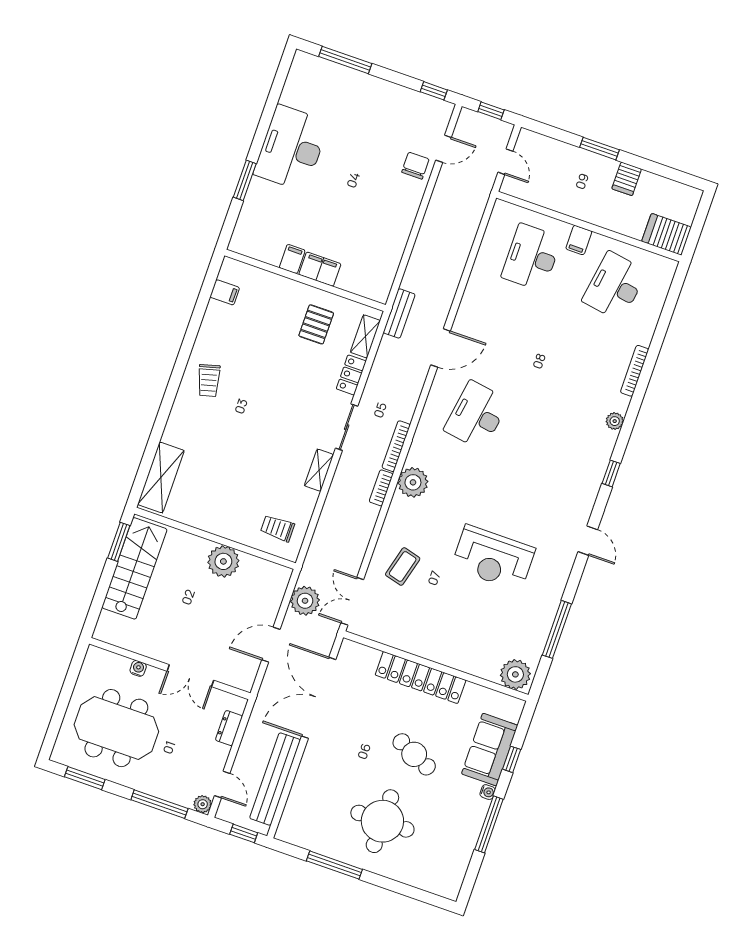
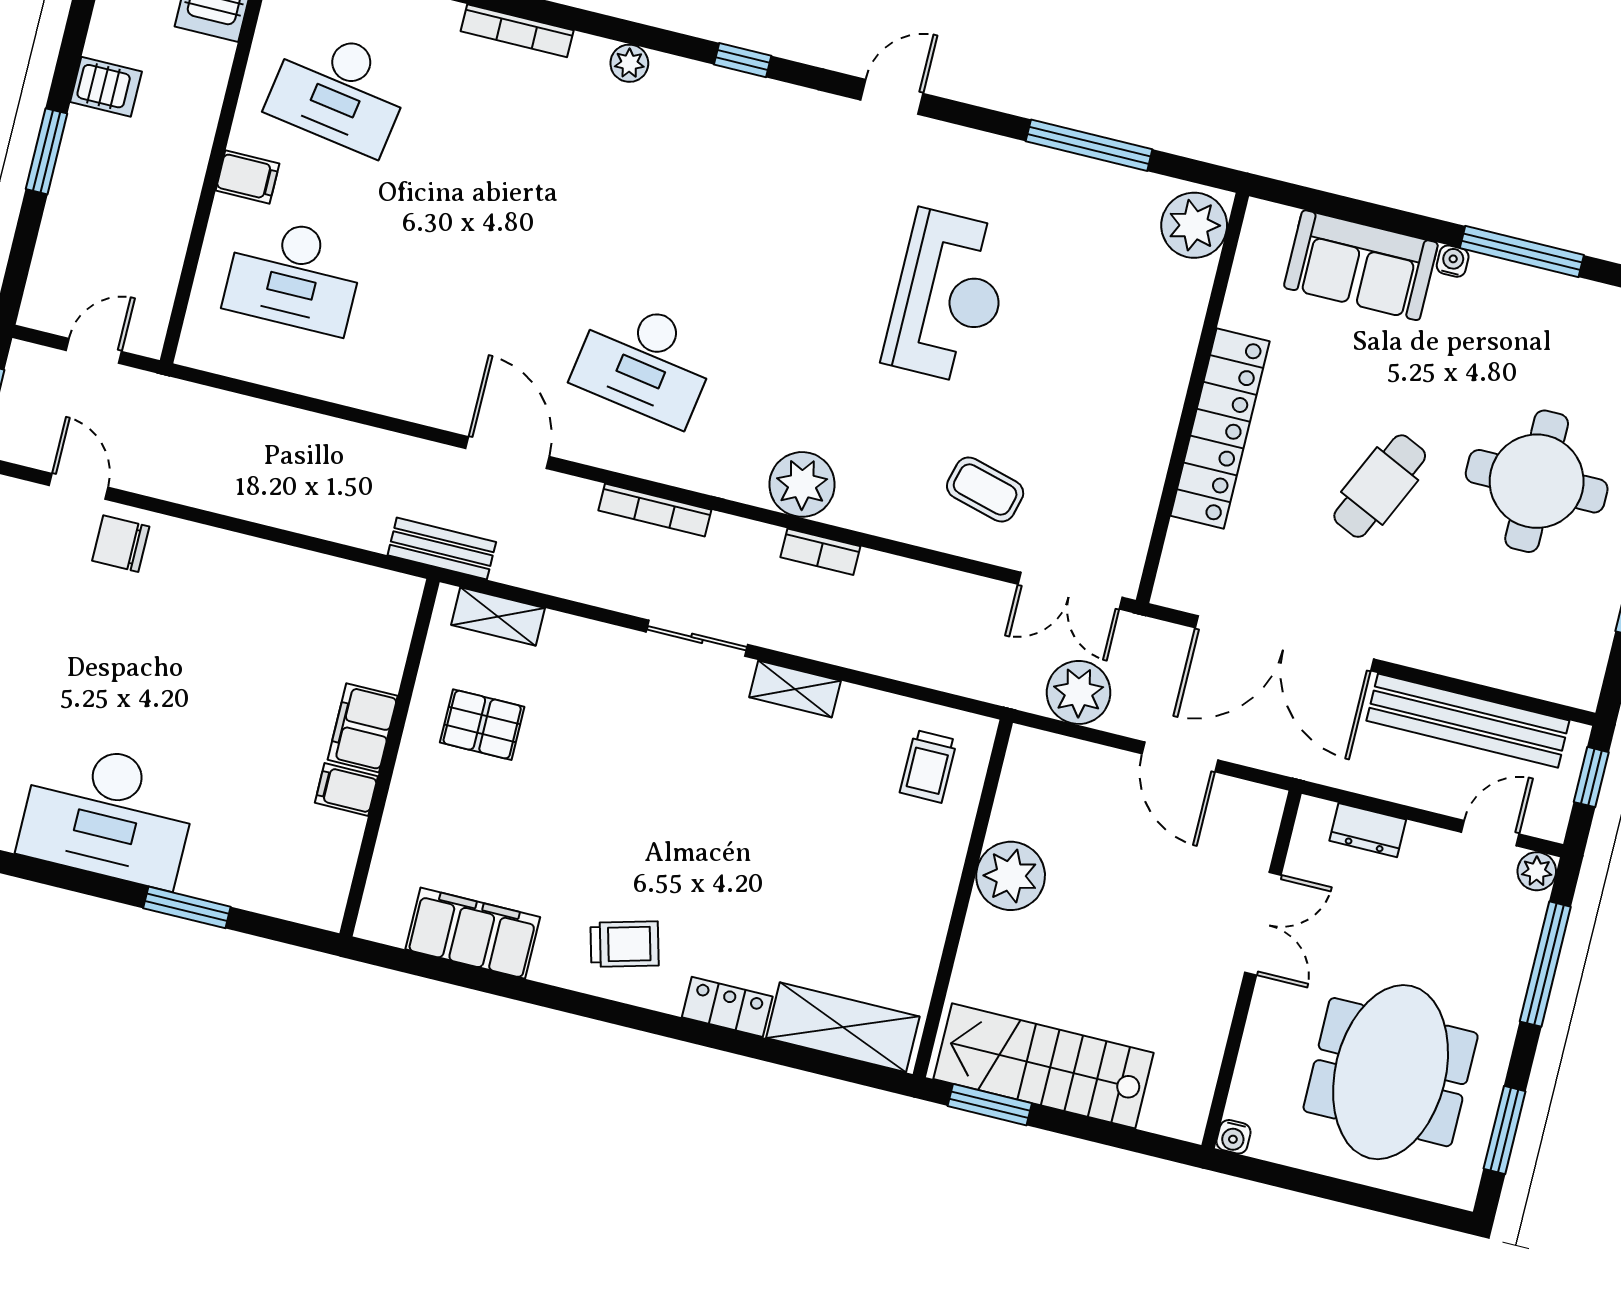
filing cabinet: (225, 292) -> (473, 933), width x3.00, depth x1.17
locker: (351, 375) -> (727, 1007), moved, turned 180
bookcase: (396, 446) -> (655, 510), moved
water cooler: (138, 668) -> (1234, 1137), moved, turned -90
cafe table: (414, 754) -> (1380, 486), moved
window: (512, 759) -> (1377, 216), removed

